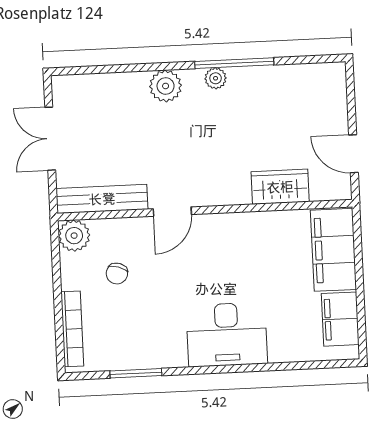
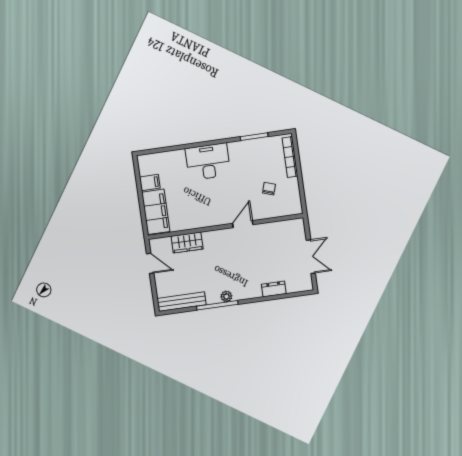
dresser: (125, 84) -> (274, 289), added
plant: (166, 86) -> (252, 290), removed
bench: (102, 199) -> (182, 302), moved
plant: (74, 236) -> (293, 207), removed
filing cabinet: (340, 319) -> (150, 183), width x0.50

